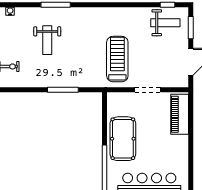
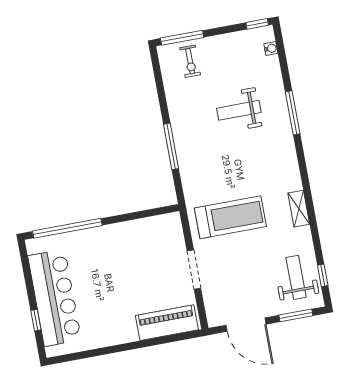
shelving: (120, 12) -> (299, 209), added
weight bench: (165, 23) -> (296, 277), turned 180
pool table: (123, 139) -> (116, 247), removed

